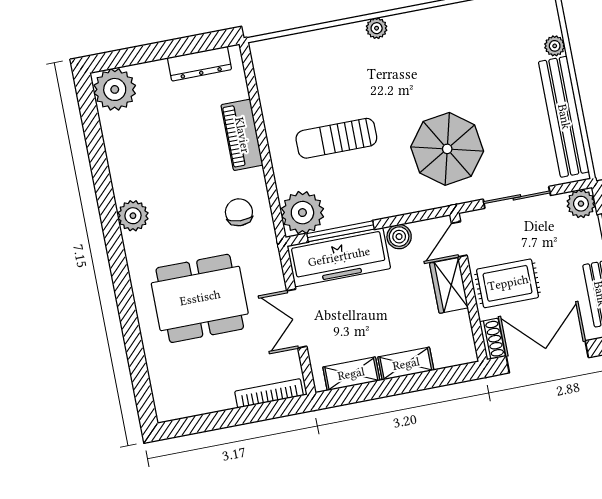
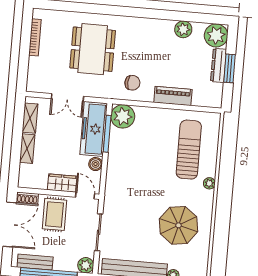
window: (166, 50) -> (229, 68), added
dresser: (199, 64) -> (219, 65), moved
sun lounger: (336, 138) -> (189, 150), moved, width x1.36, depth x1.34
parasol: (447, 149) -> (178, 225), moved
plant: (133, 216) -> (183, 29), moved
double door: (297, 319) -> (67, 98), swing flipped
bookcase: (269, 393) -> (35, 37), moved

